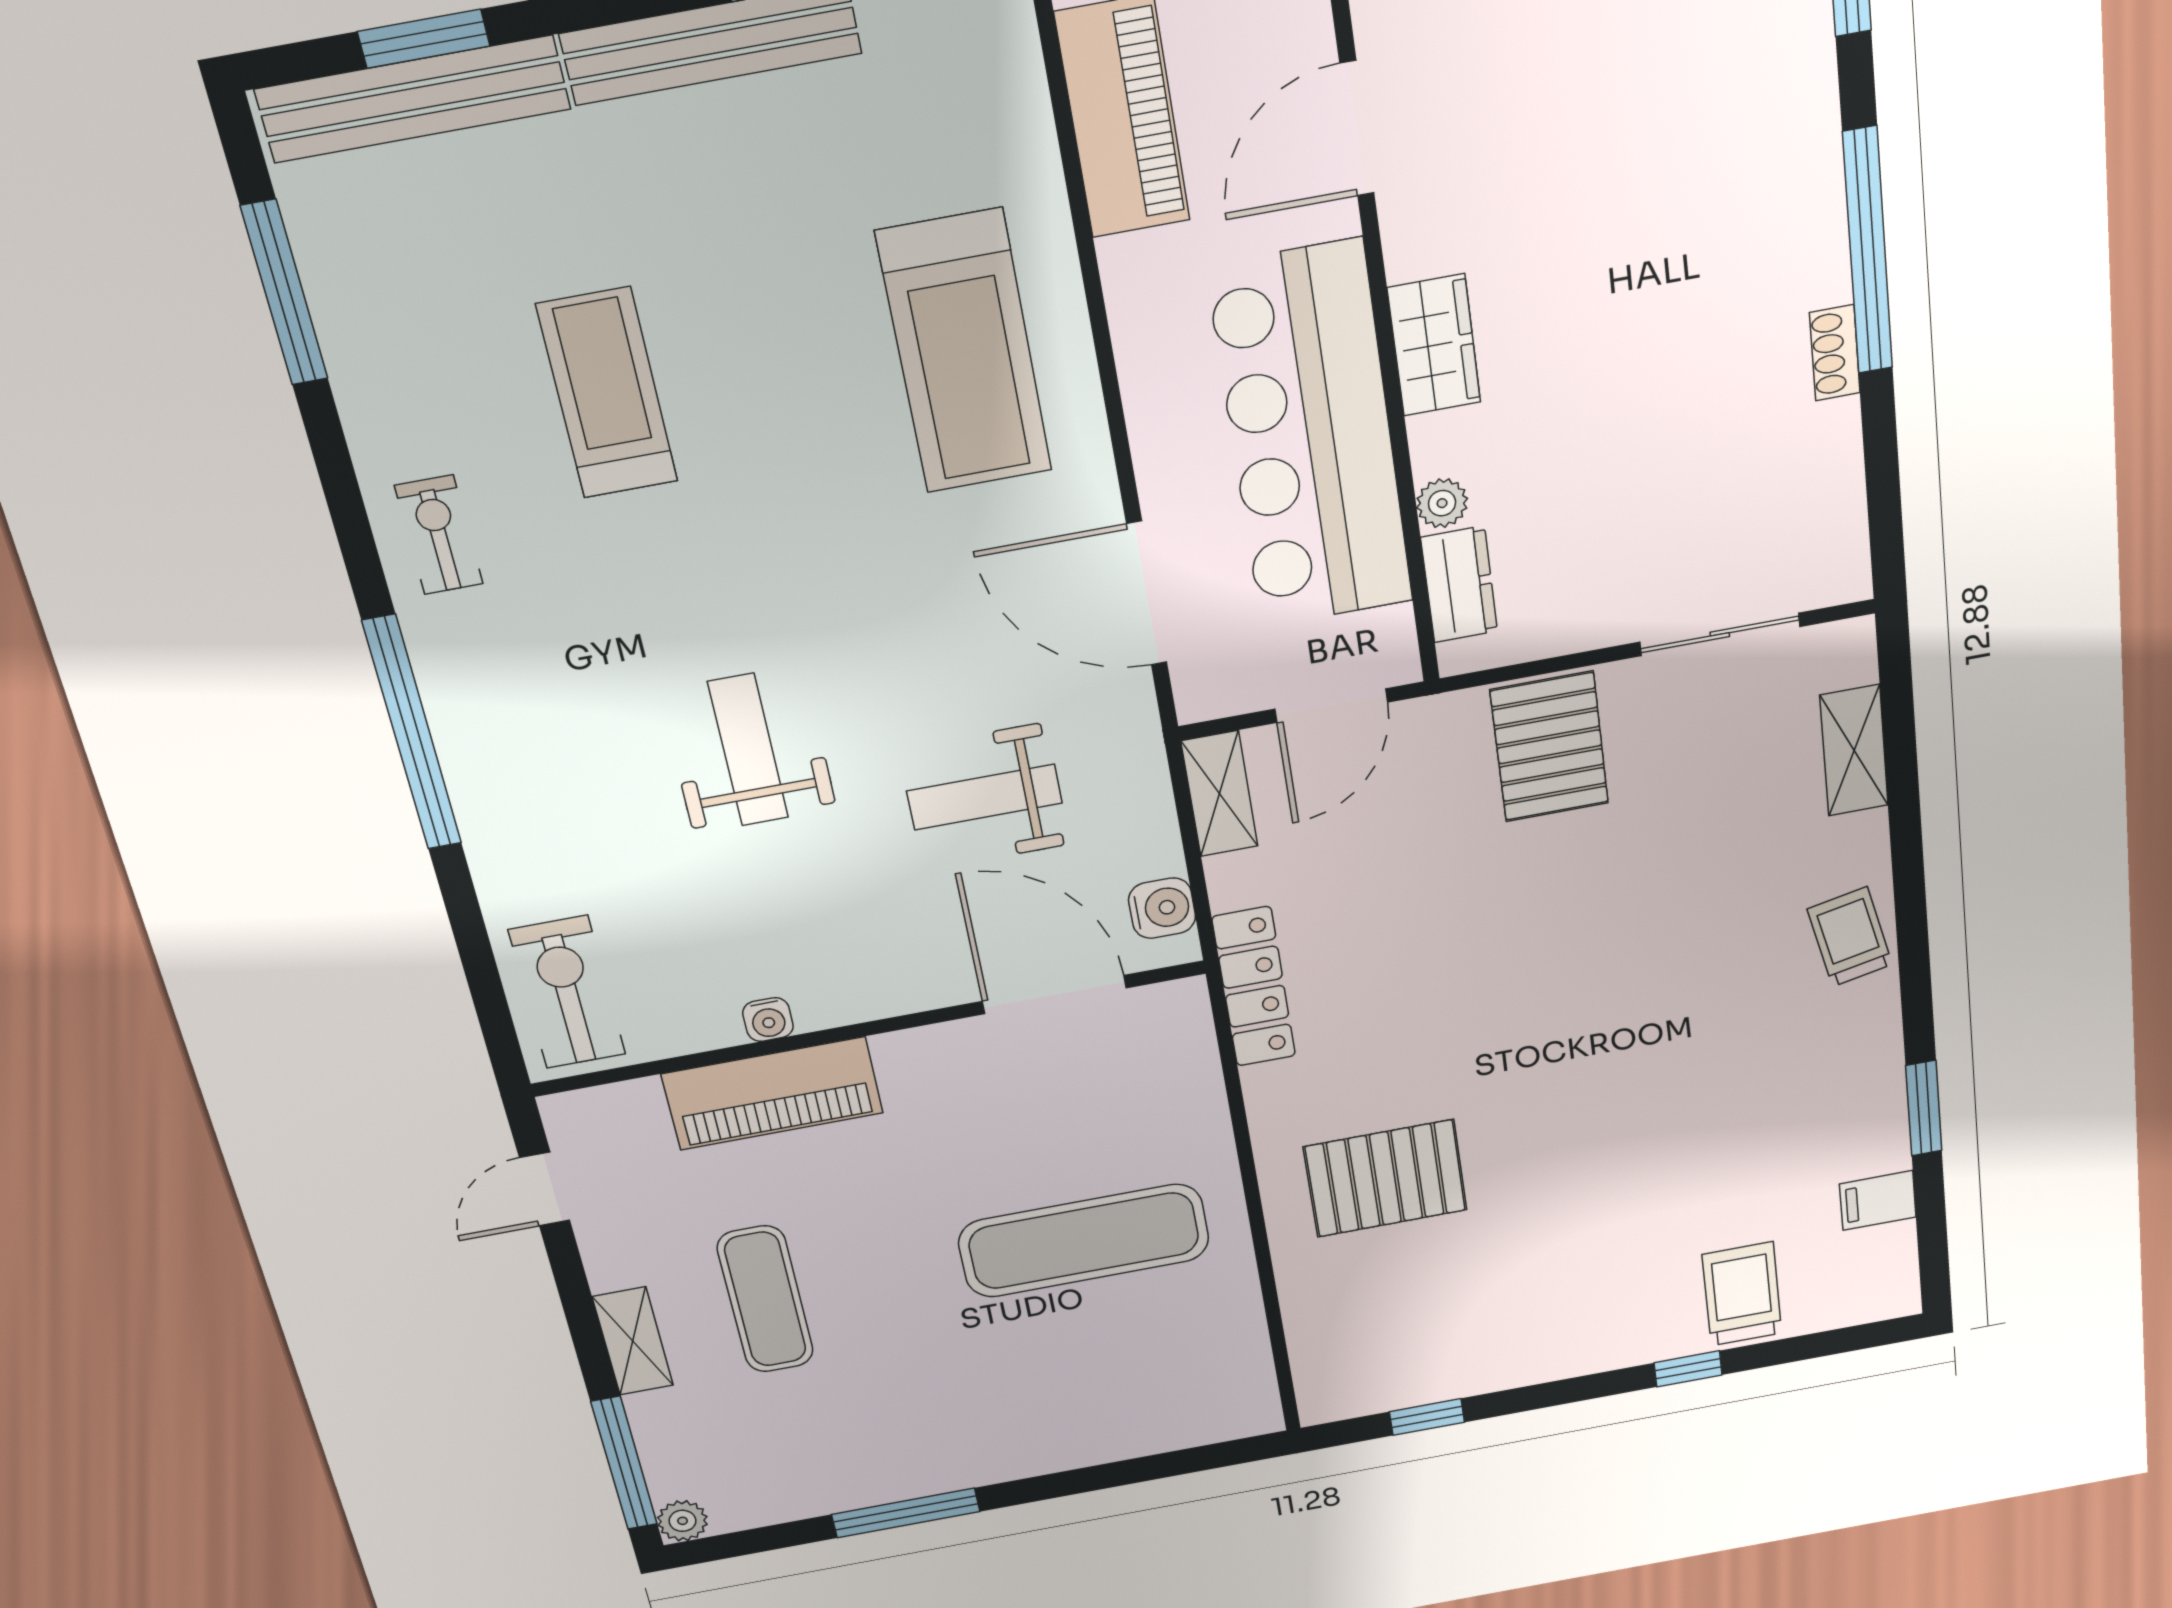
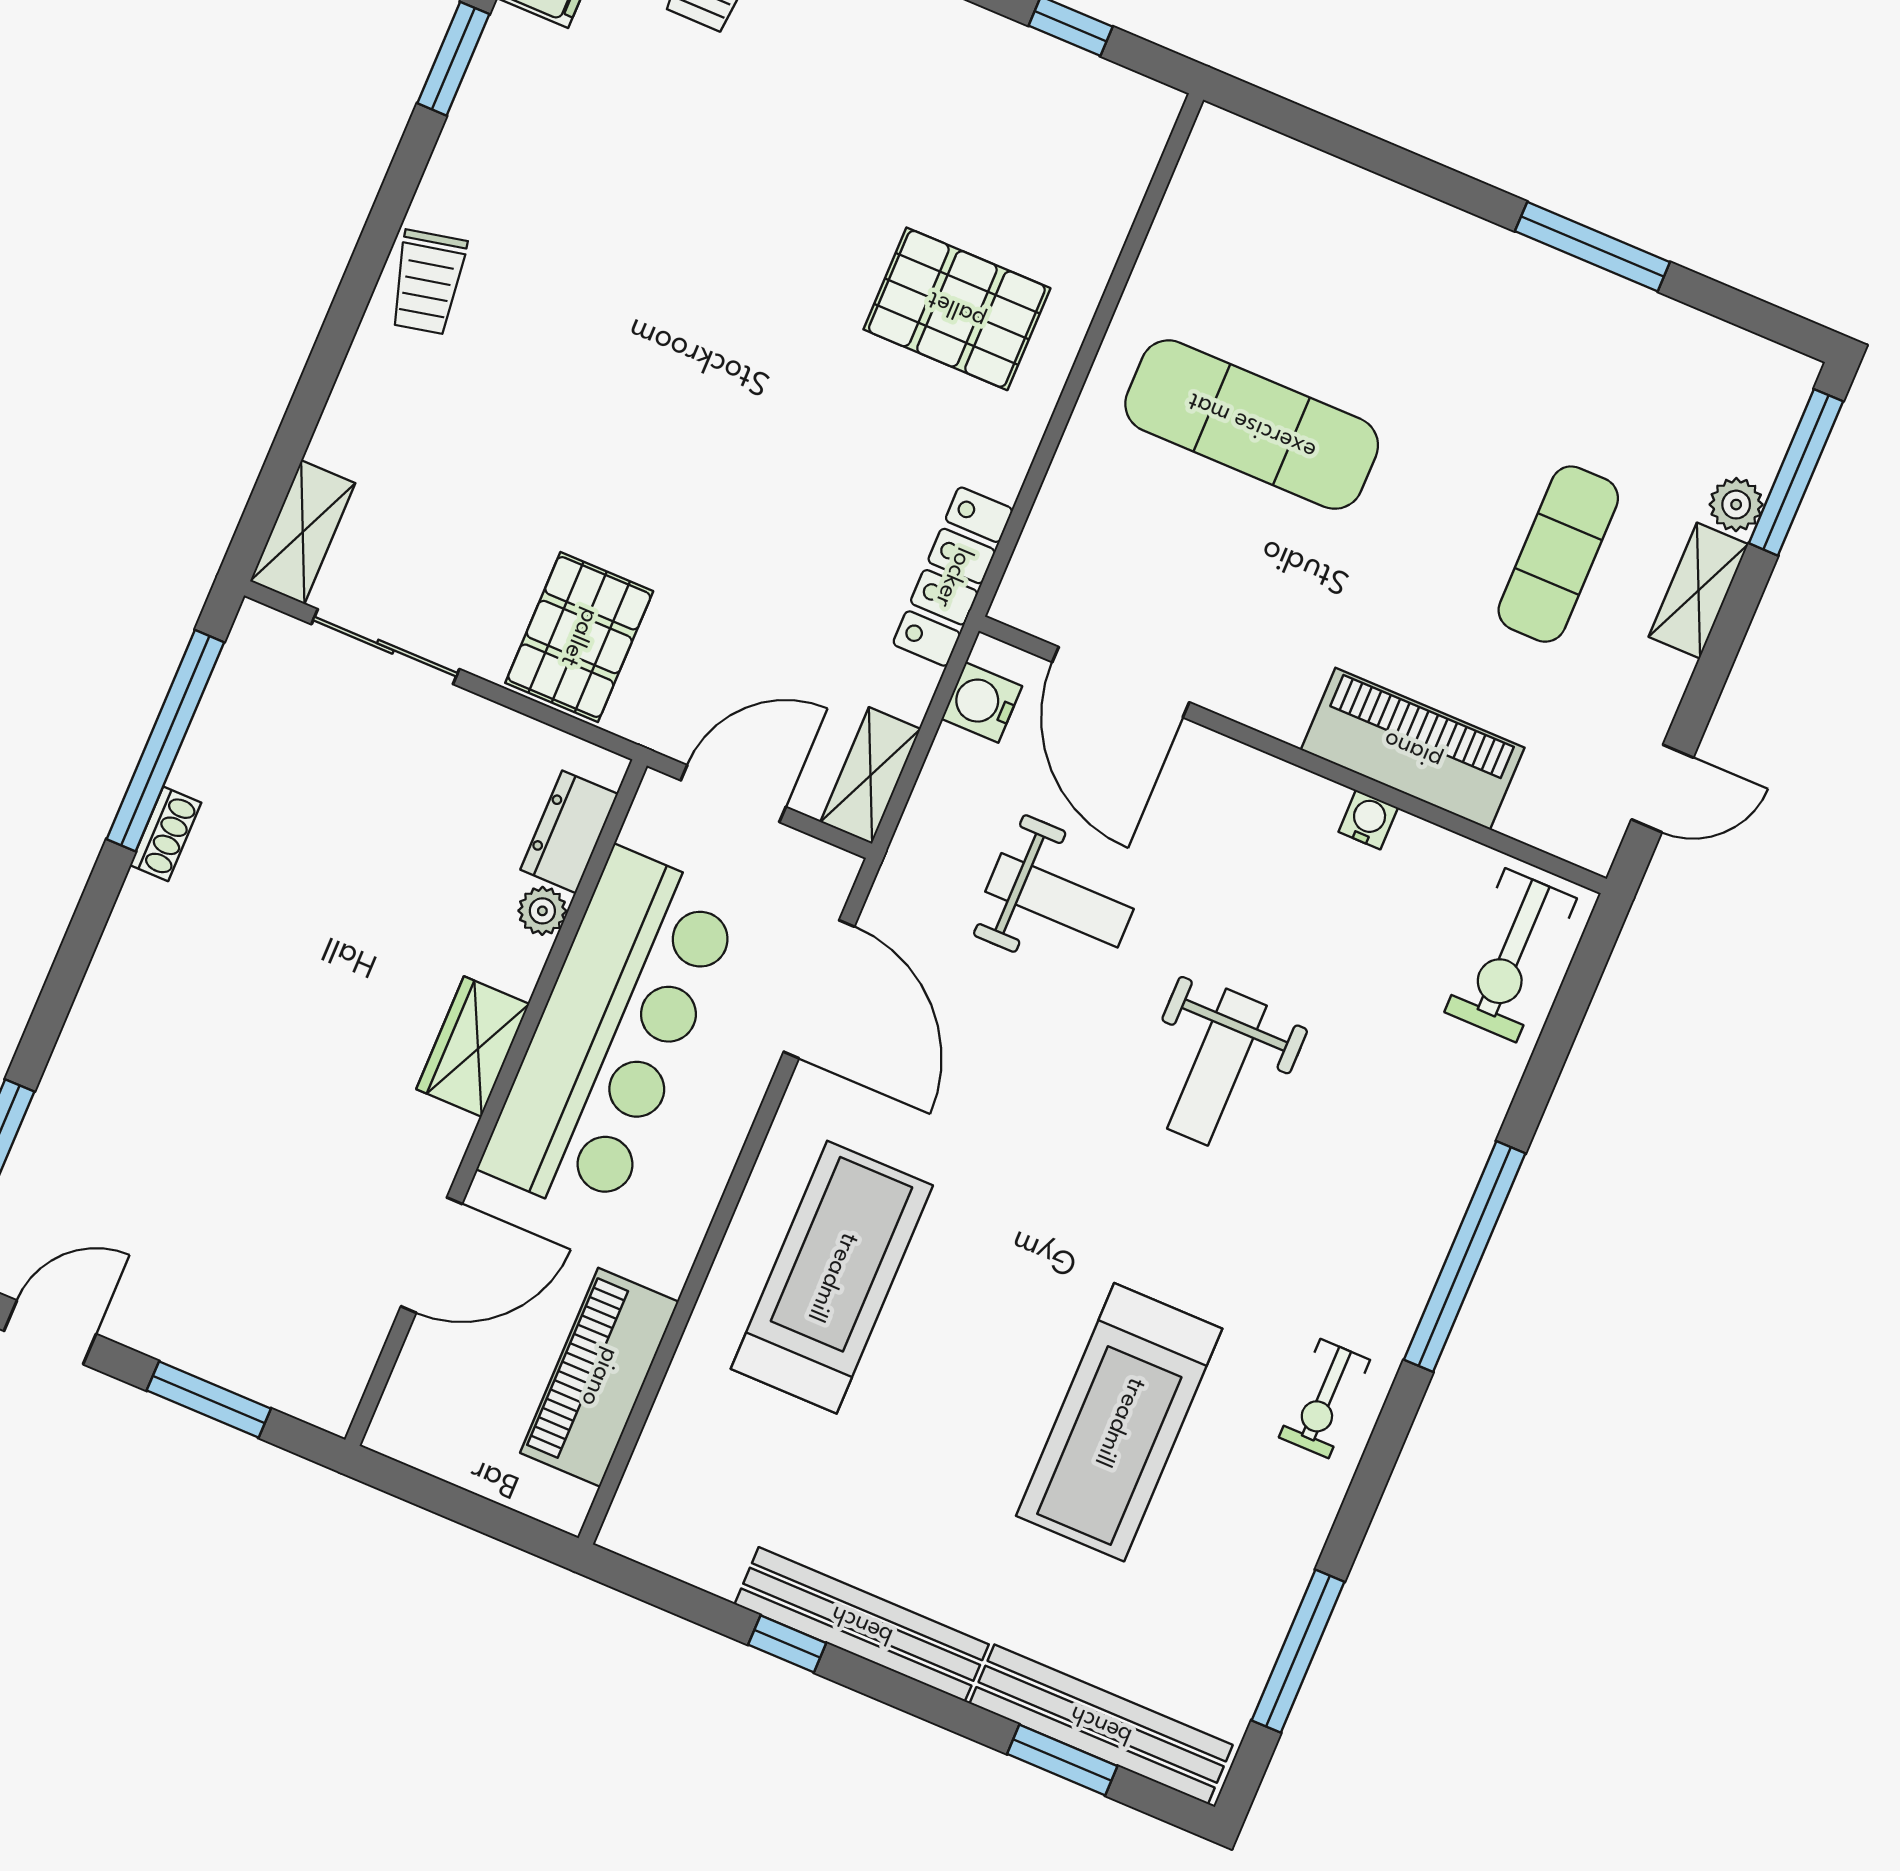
window: (1868, 251) -> (165, 741), moved
treadmill: (607, 393) -> (1119, 1422), width x1.37, depth x1.38
shelving: (1854, 750) -> (303, 532), moved
plant: (682, 1521) -> (1736, 505), moved

